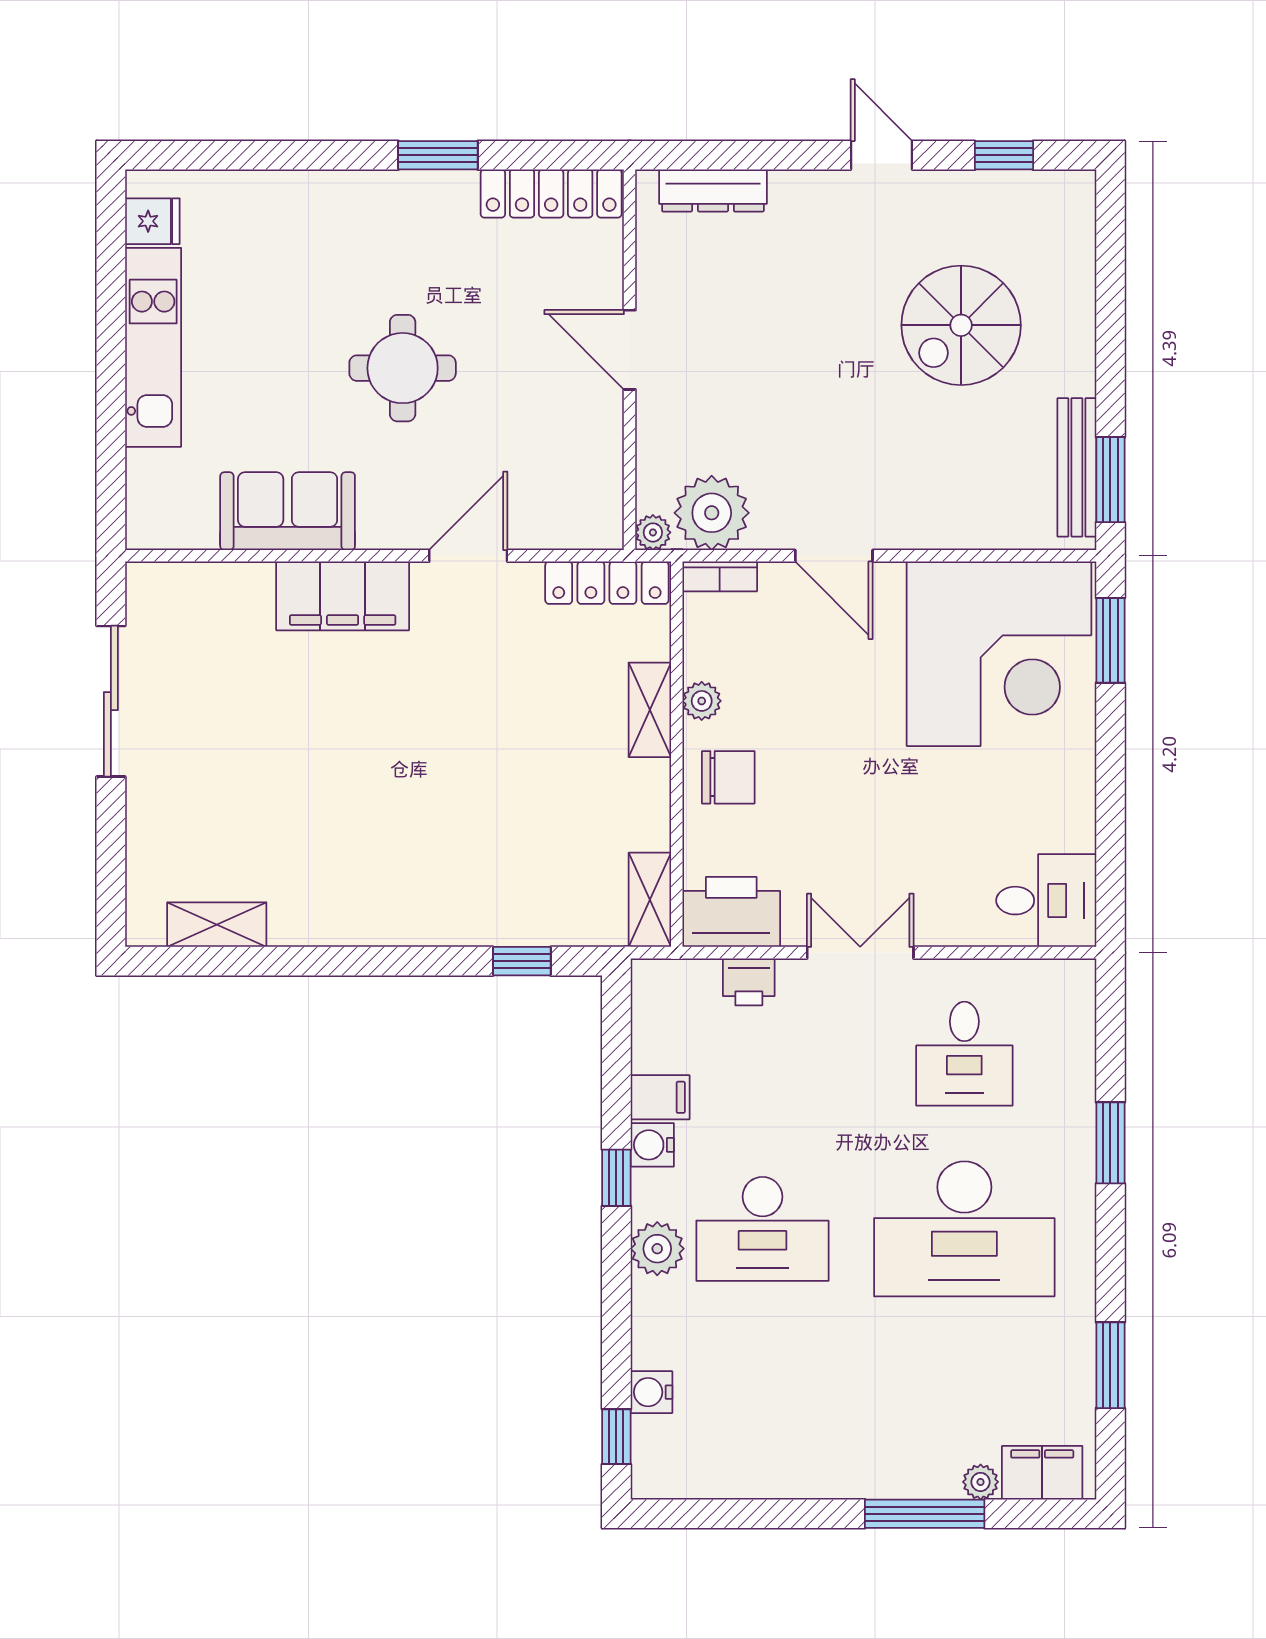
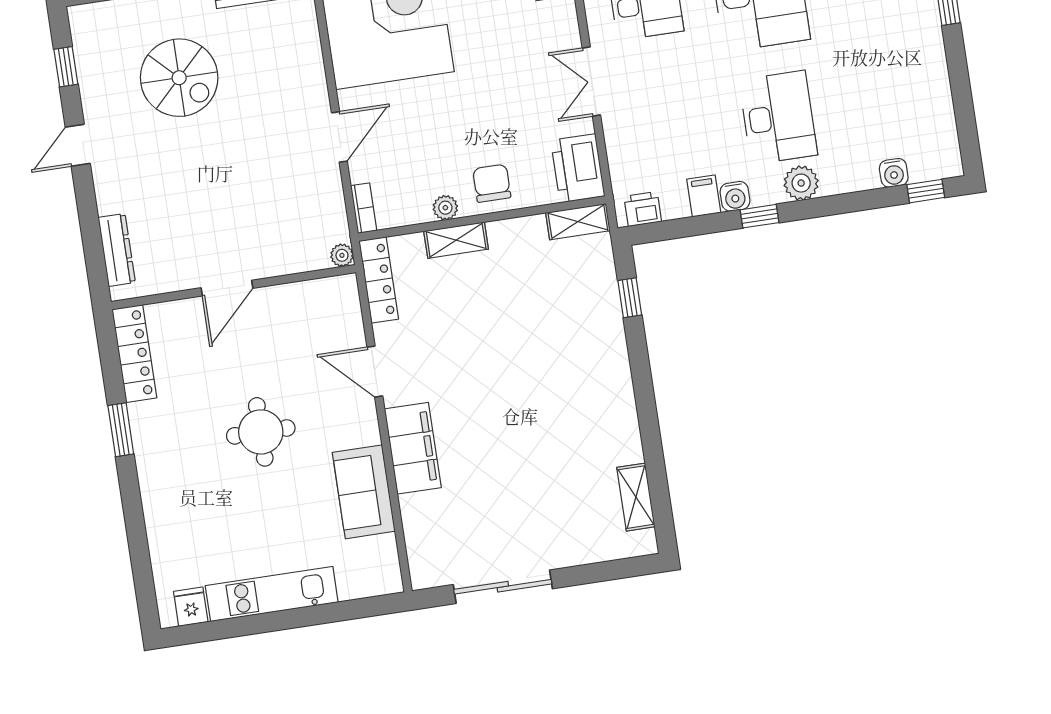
plant: (712, 513) -> (324, 220), removed
printer: (749, 982) -> (643, 209), moved, turned -90

